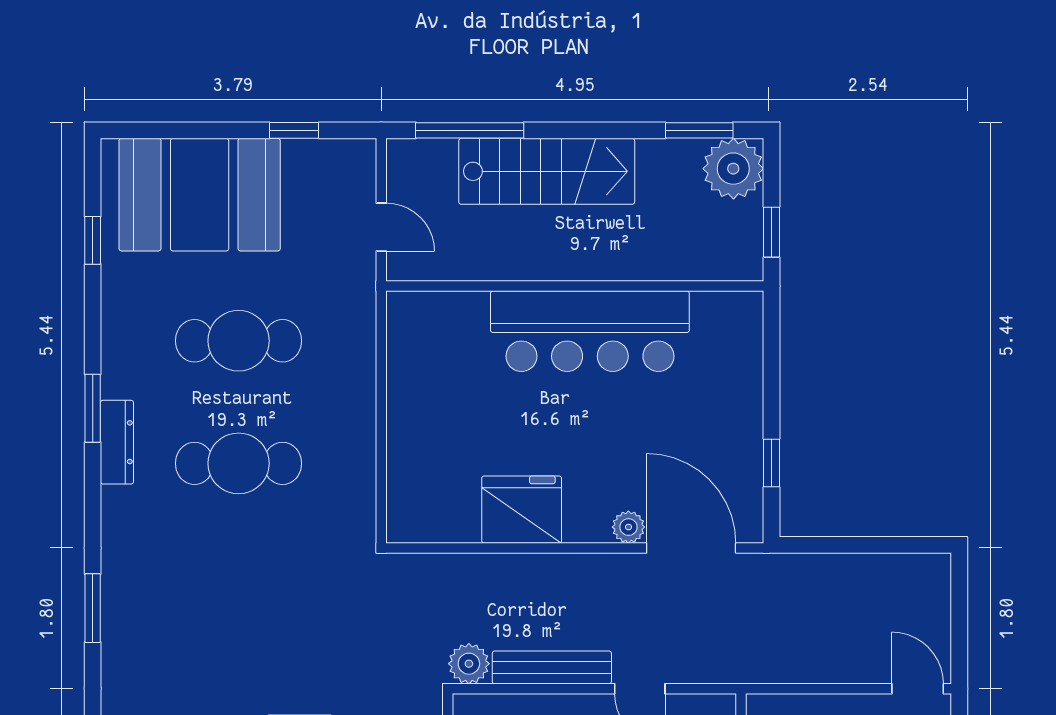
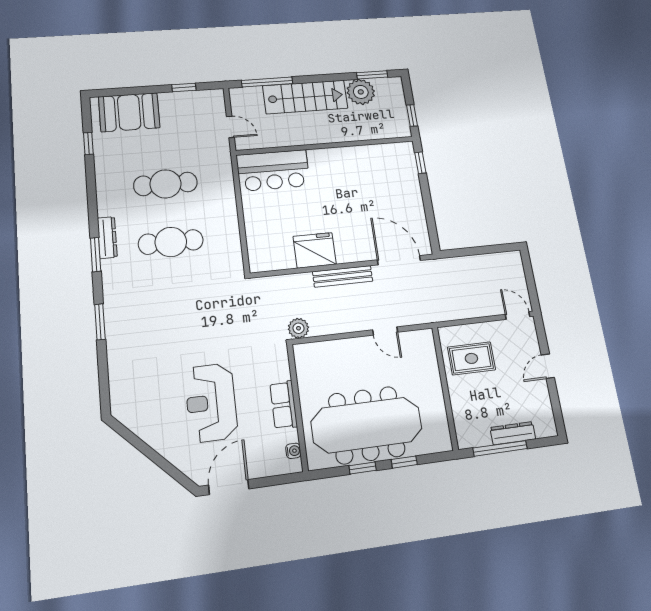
plant: (733, 169) -> (361, 92), moved
booth: (200, 195) -> (129, 112), width x0.73, depth x0.70
bar counter: (590, 331) -> (273, 170), moved, width x0.73
window: (93, 408) -> (96, 255), moved
window: (772, 463) -> (420, 163), moved
plant: (628, 527) -> (368, 253), removed
bench: (552, 667) -> (343, 276), moved

